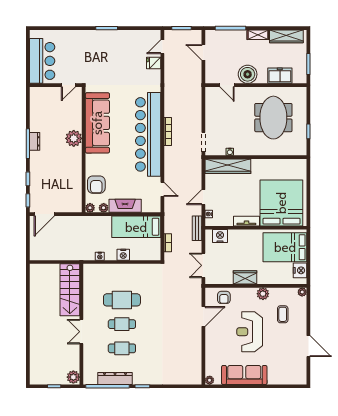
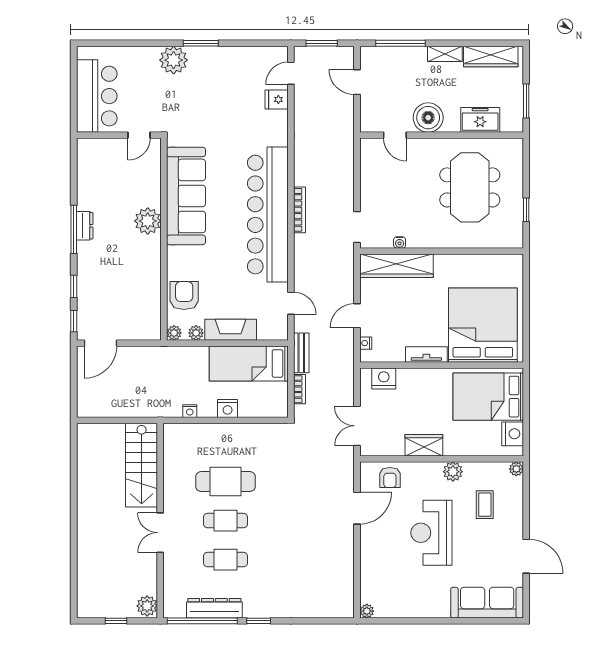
plant: (90, 39) -> (174, 60), added
armchair: (96, 185) -> (184, 296), turned 180
bench: (197, 228) -> (301, 353), moved
sofa: (244, 375) -> (487, 603), moved

